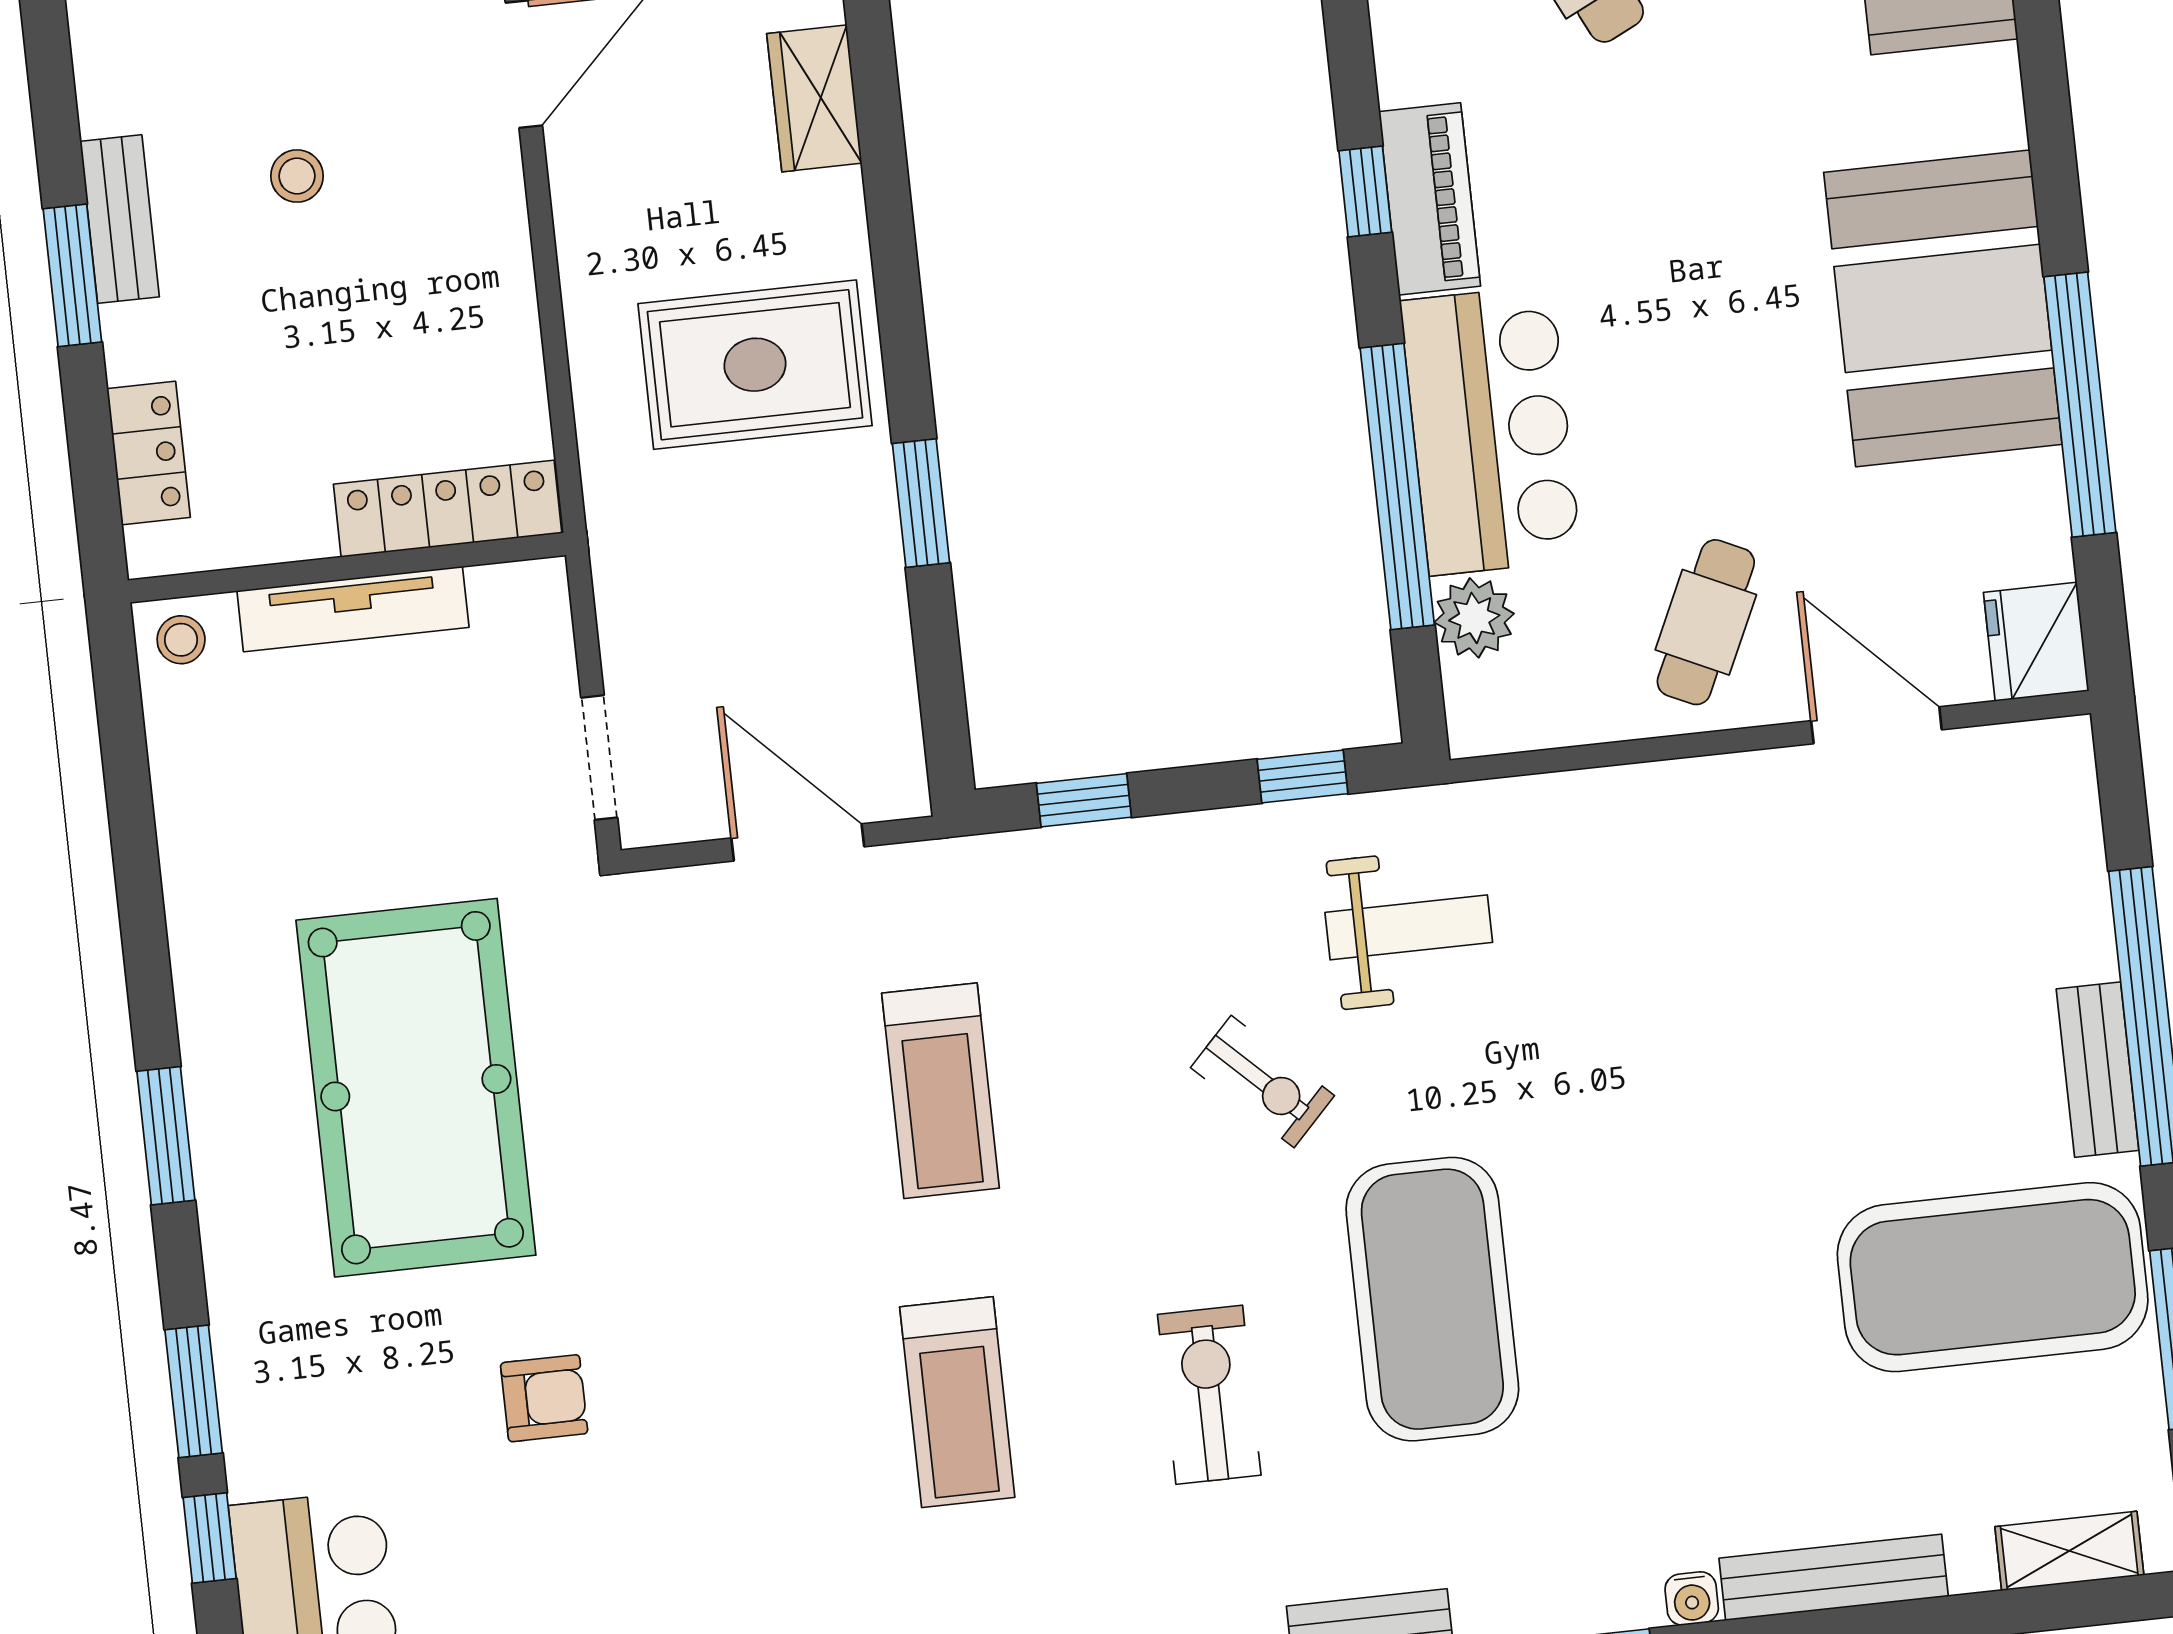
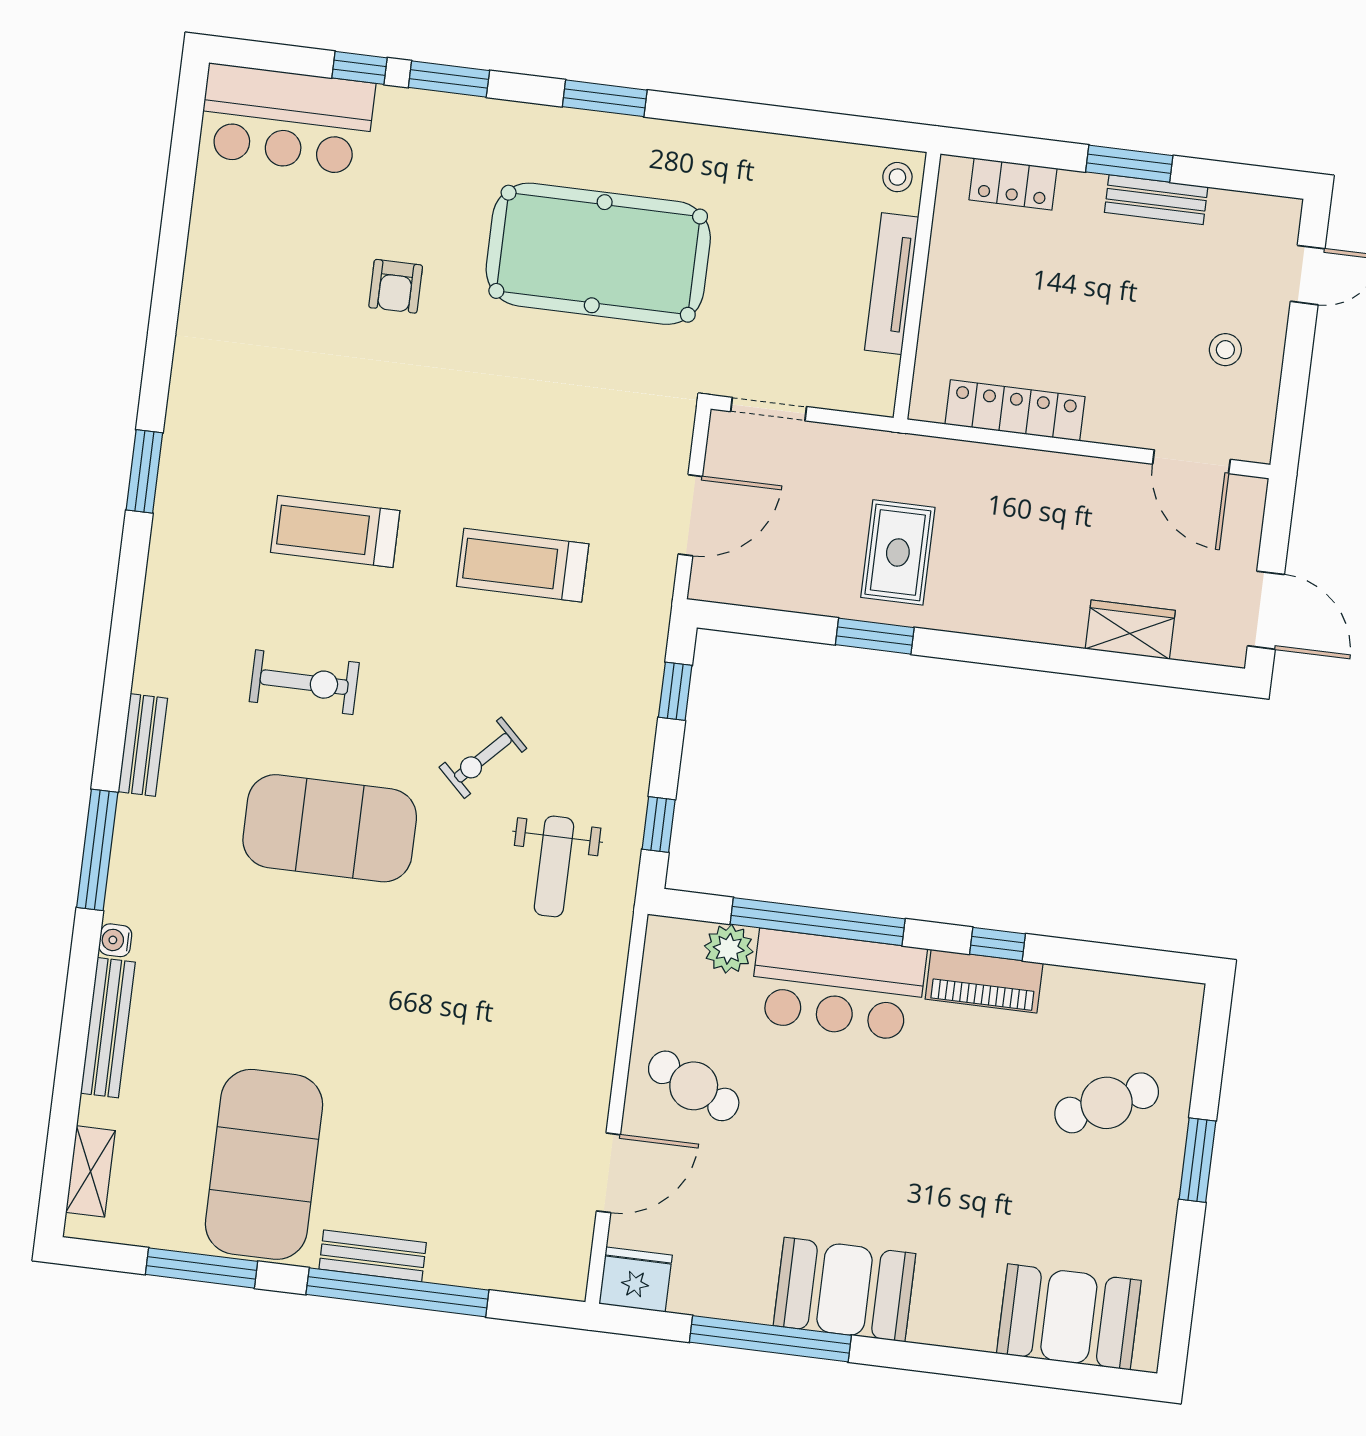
stool: (297, 176) -> (1225, 350), moved
booth: (1943, 308) -> (845, 1290), width x0.73, depth x0.70
rug: (755, 365) -> (898, 552), moved, width x0.73, depth x0.70
locker: (448, 509) -> (1015, 410), moved, turned -90

